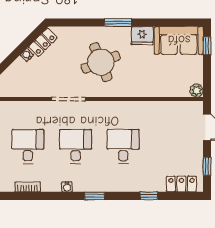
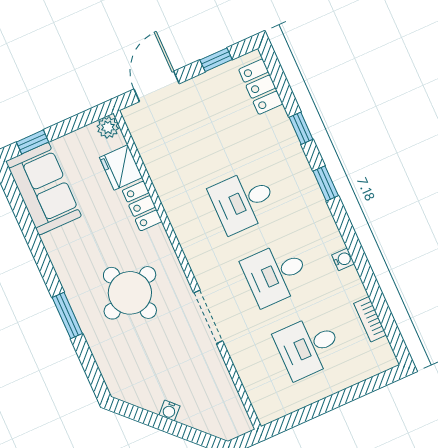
window: (118, 22) -> (67, 315), moved
fridge: (142, 36) -> (121, 167), moved, turned 180
locker: (43, 42) -> (142, 206), moved, turned -135
window: (95, 196) -> (326, 183), moved

